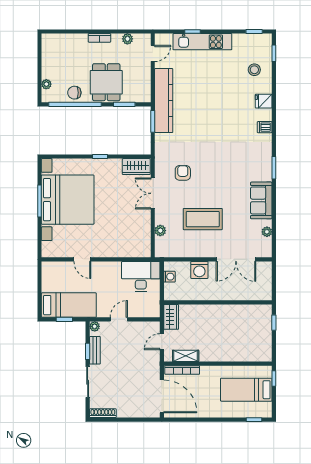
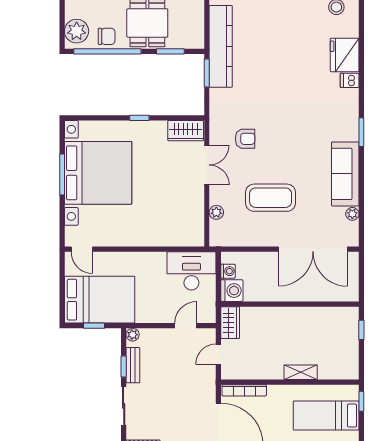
plant: (46, 84) -> (77, 31), width x1.87, depth x1.87
chair: (74, 93) -> (107, 36), turned 180
fridge: (264, 101) -> (345, 55), width x1.88, depth x1.34
armchair: (183, 173) -> (245, 139), turned 90
double door: (153, 193) -> (207, 165), swing flipped
sofa: (261, 200) -> (345, 174), width x1.36
door: (82, 259) -> (82, 249), moved
double door: (236, 259) -> (313, 249), width x1.36
washing machine: (199, 270) -> (232, 291), moved, turned -90
bed: (69, 305) -> (100, 300), width x1.50
door: (119, 319) -> (186, 326), moved
shelving: (186, 356) -> (301, 372), moved

